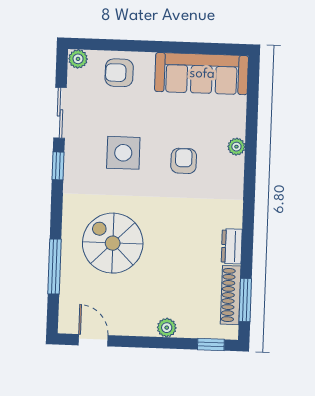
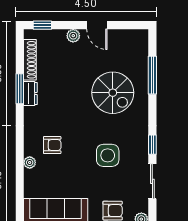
armchair: (184, 161) -> (52, 145), moved, turned -90
window: (245, 300) -> (20, 89), moved
door: (93, 340) -> (97, 25), moved

